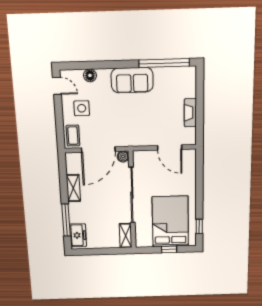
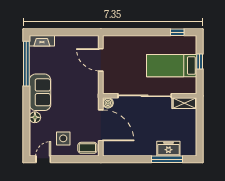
floor lamp: (90, 75) -> (35, 117), moved
fireplace: (190, 113) -> (42, 41), moved
door: (170, 147) -> (101, 60), swing flipped
shelving: (73, 188) -> (136, 150), removed
bed: (170, 222) -> (172, 66), width x0.67
freezer: (78, 235) -> (168, 149), moved

